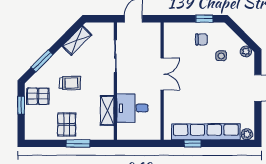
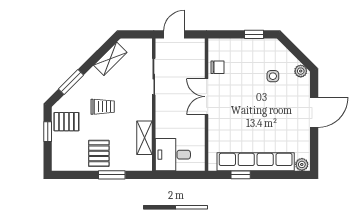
chair: (201, 39) -> (218, 67), moved
double door: (162, 74) -> (206, 97), swing flipped
desk: (132, 108) -> (173, 155), moved

